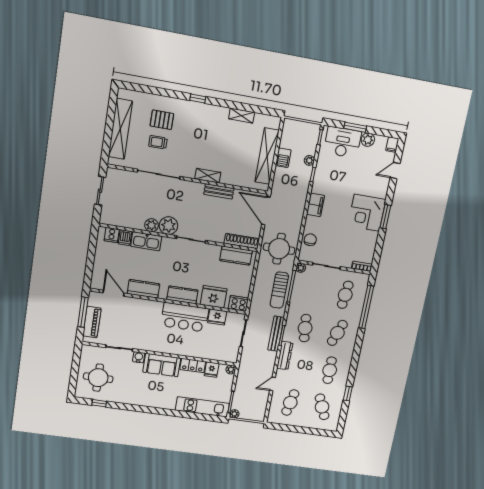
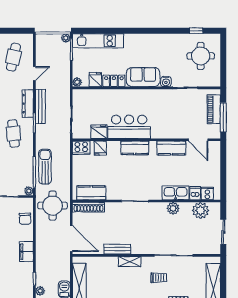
trolley: (158, 142) -> (159, 278), moved
plant: (168, 226) -> (200, 211), moved
fridge: (214, 297) -> (100, 148), width x0.53, depth x0.75
bench: (276, 334) -> (40, 106), moved

